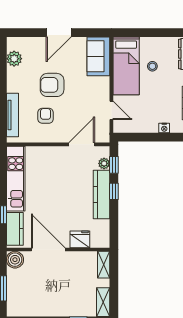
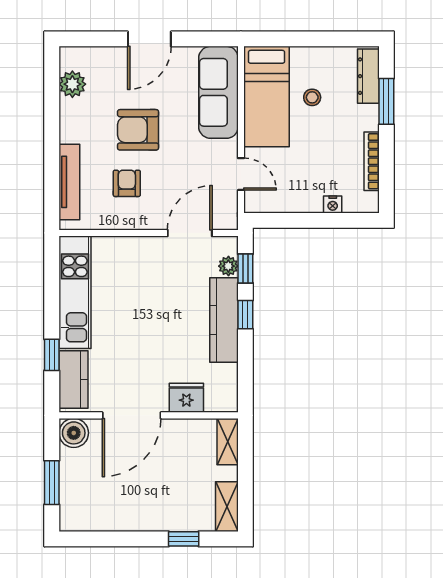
sofa: (98, 56) -> (218, 92), width x1.36
door: (48, 250) -> (132, 415), swing flipped

